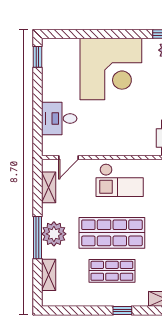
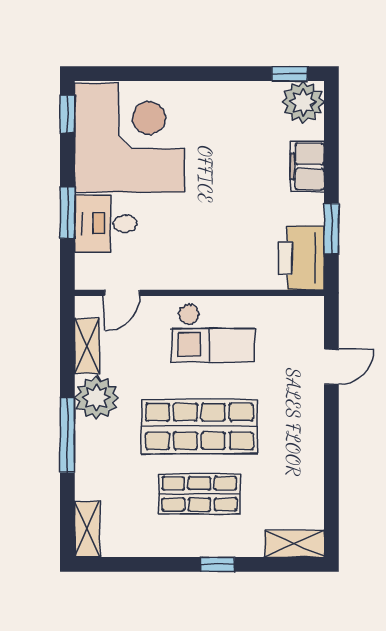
corner desk: (111, 69) -> (129, 138), moved, turned -90
window: (37, 112) -> (67, 213), added
plant: (54, 234) -> (96, 398), moved
shelving: (49, 275) -> (87, 529), moved

